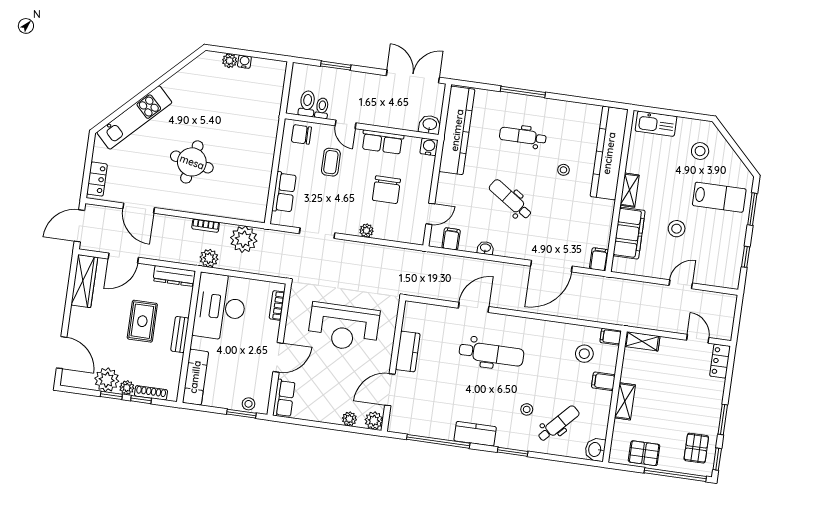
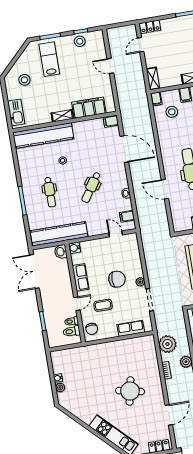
chair: (386, 190) -> (117, 279), moved
stool: (677, 229) -> (80, 41), moved
plant: (366, 230) -> (140, 282), moved

